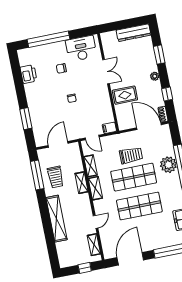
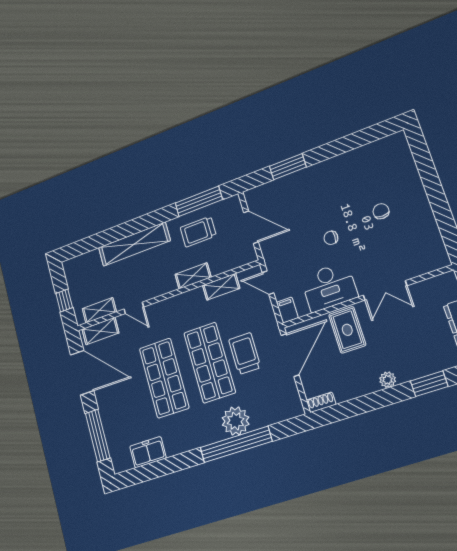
window: (48, 39) -> (431, 180), removed
desk: (81, 48) -> (329, 287), moved, turned 90
printer: (28, 74) -> (364, 157), removed
window: (167, 94) -> (358, 406), removed
door: (149, 126) -> (290, 355), moved
door: (92, 138) -> (268, 283), hinge flipped
trolley: (131, 155) -> (245, 354), turned 180
shelving: (95, 188) -> (100, 331), moved

